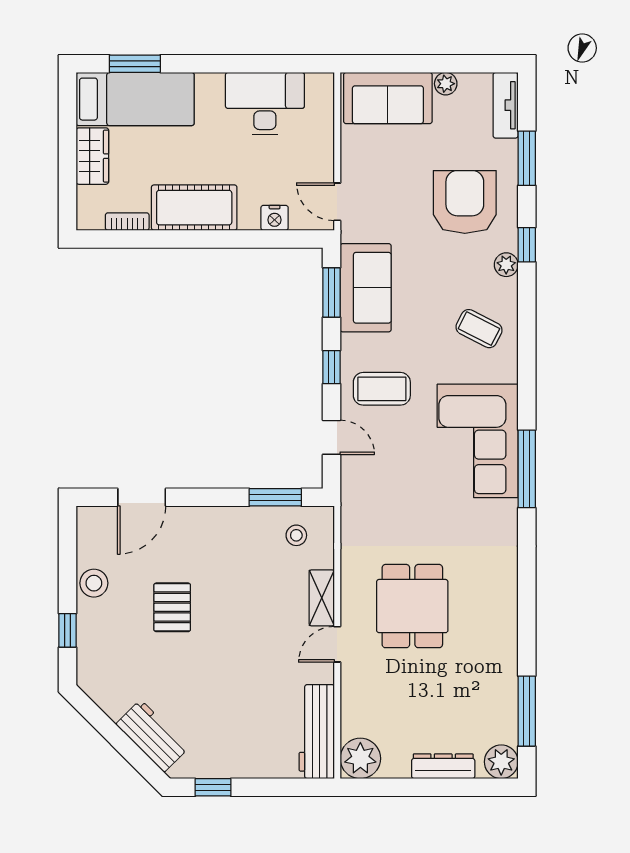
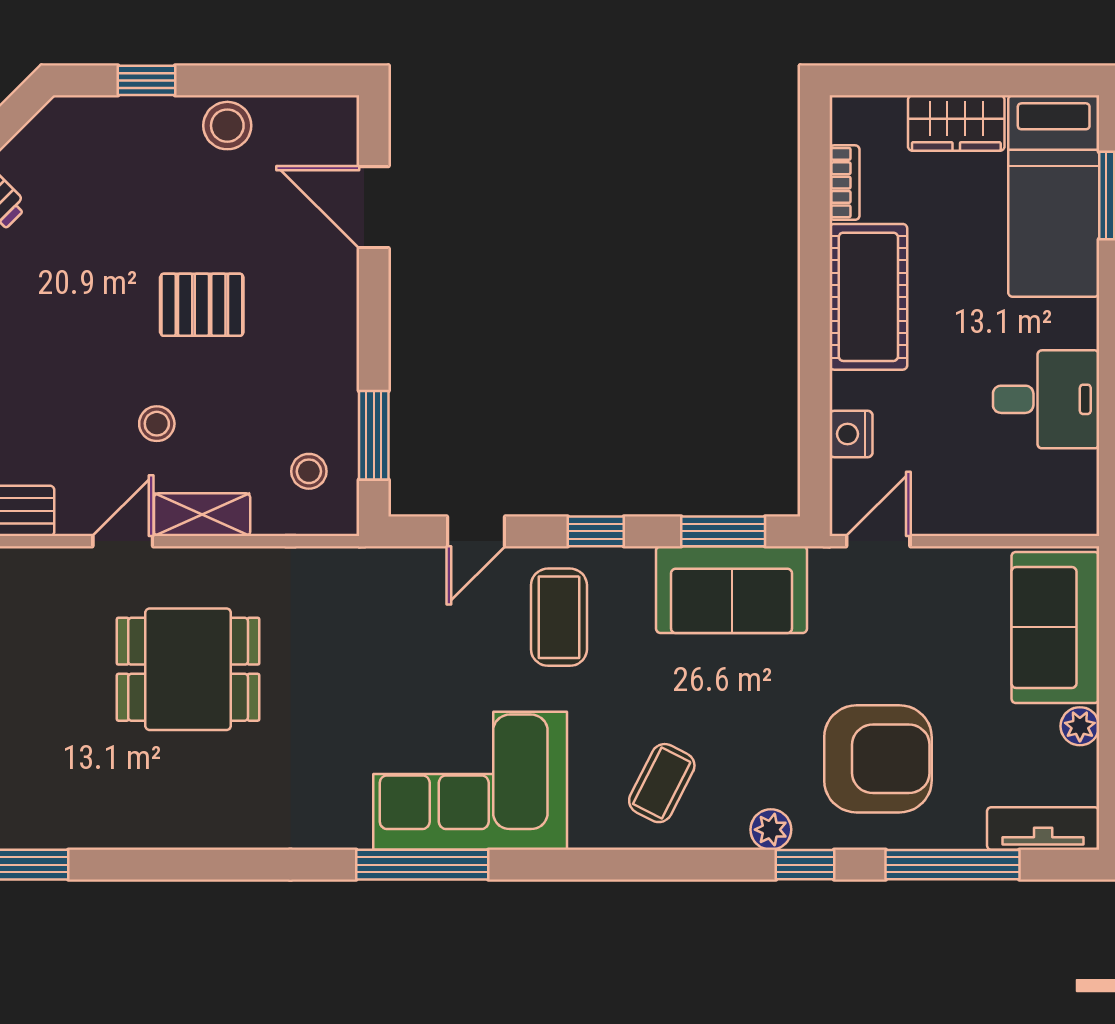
desk: (265, 103) -> (1046, 399), width x0.73
window: (527, 158) -> (953, 865), width x1.44
pallet: (172, 607) -> (202, 305), moved
stool: (268, 624) -> (157, 424), added
door: (337, 644) -> (123, 541), hinge flipped

